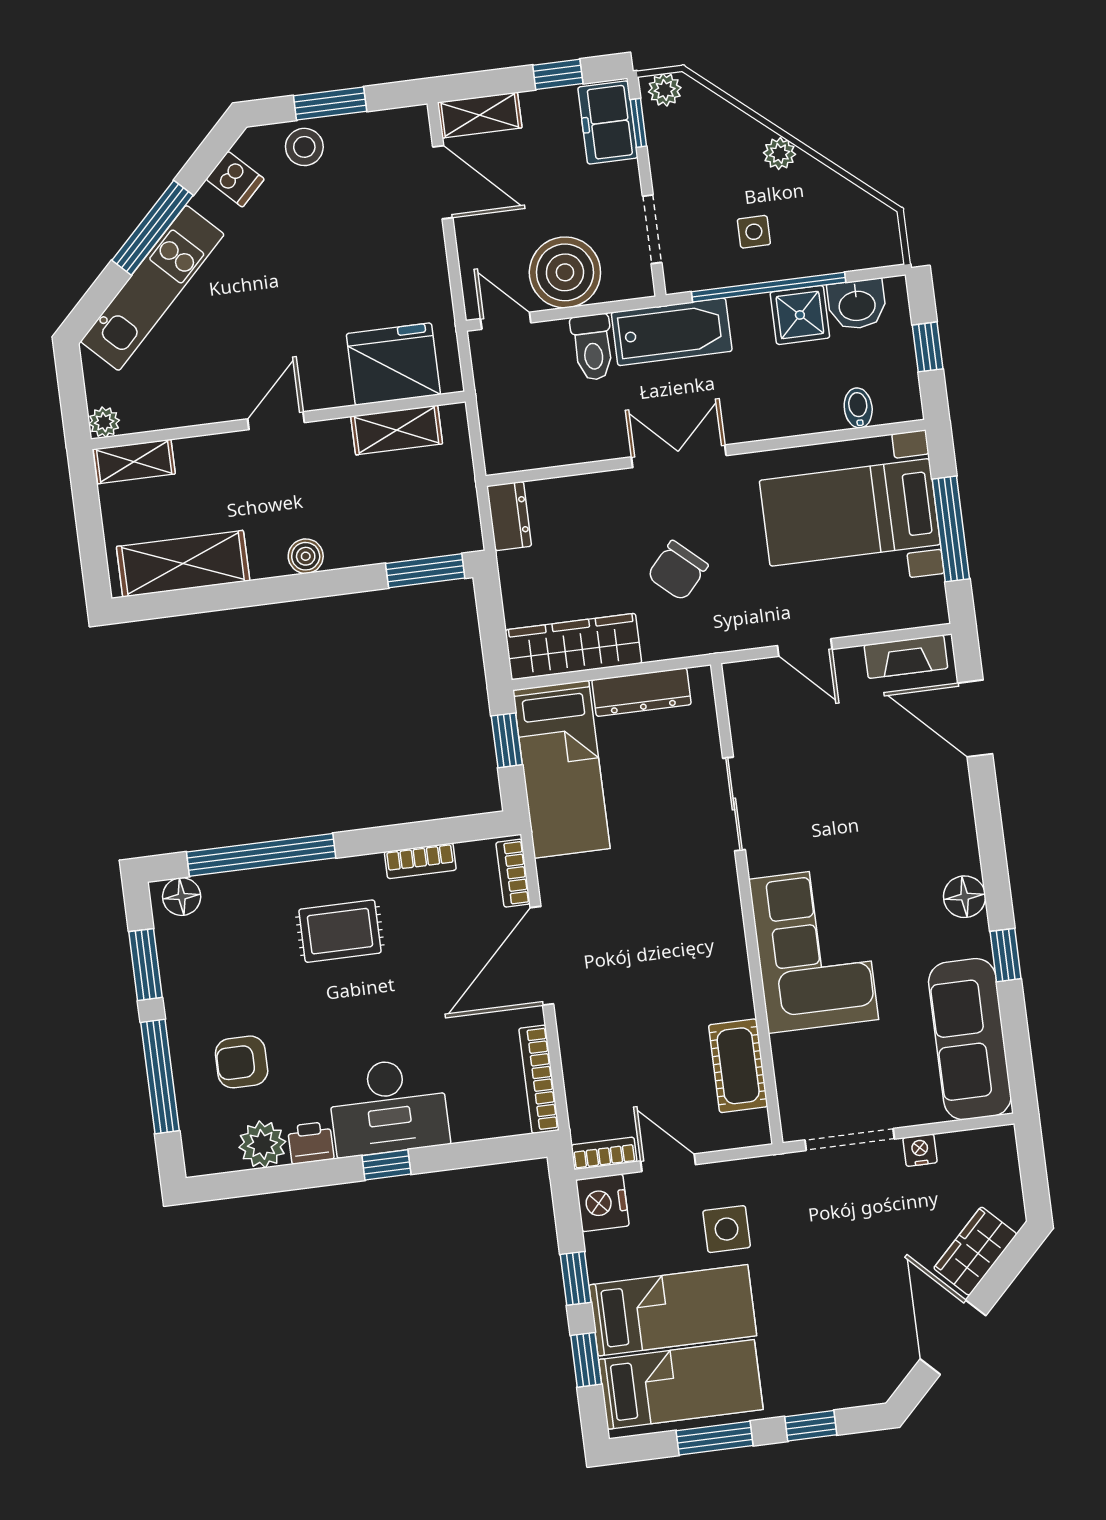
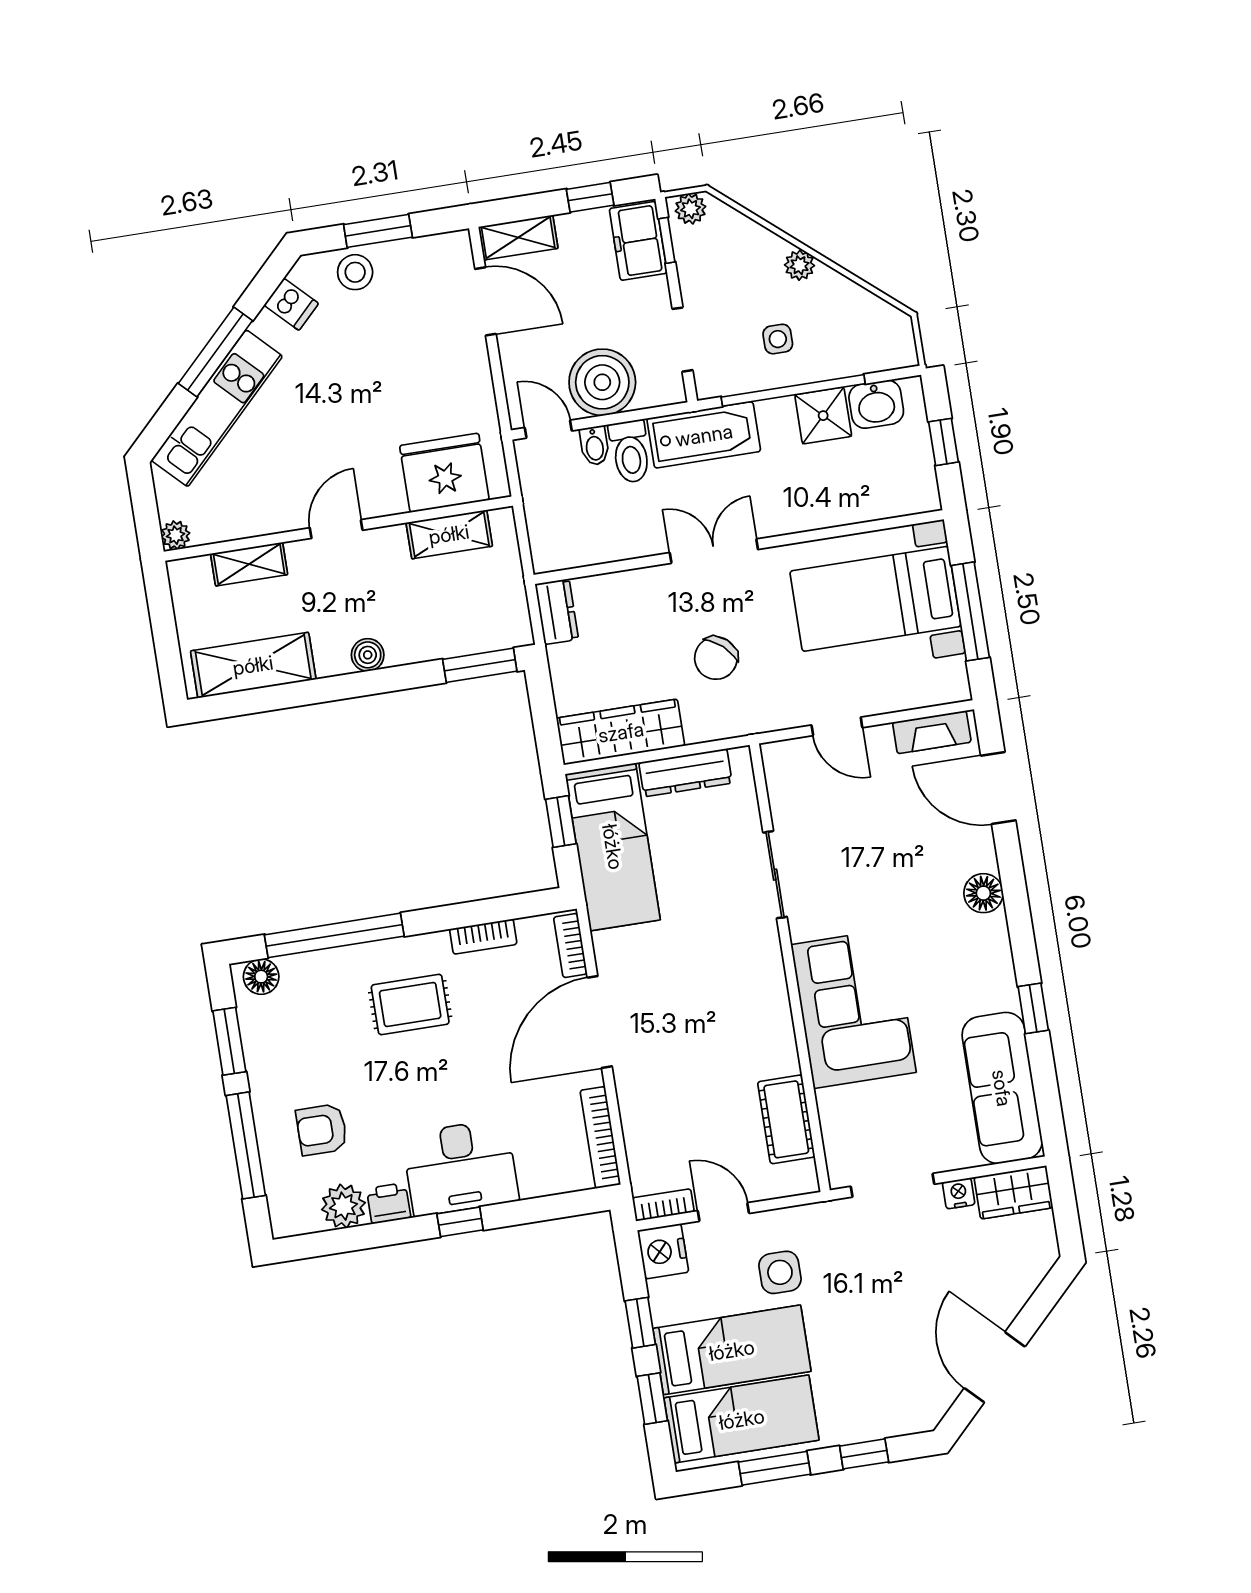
bidet: (858, 408) -> (594, 446), moved, turned 180
shelving: (134, 462) -> (249, 564), moved
floor lamp: (965, 897) -> (983, 893), moved
wardrobe: (975, 1251) -> (1013, 1192), moved, turned -135

